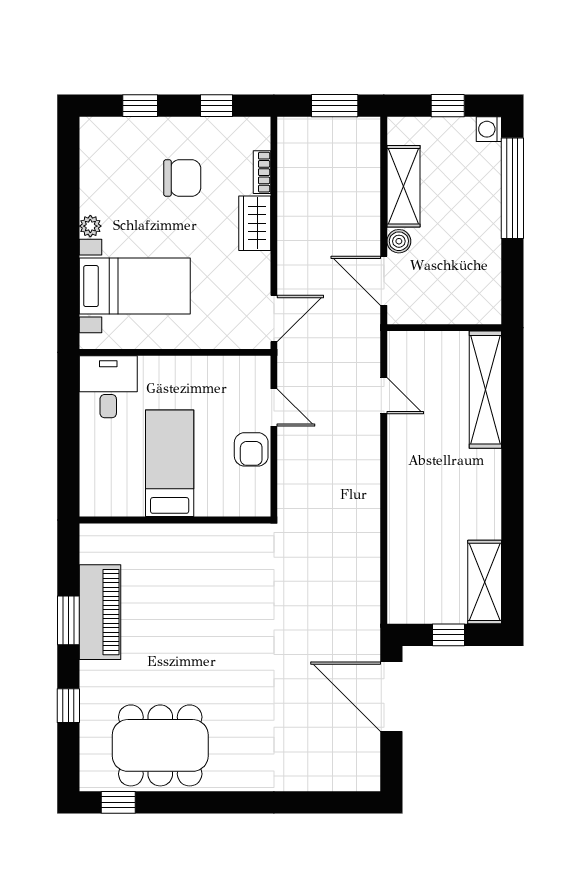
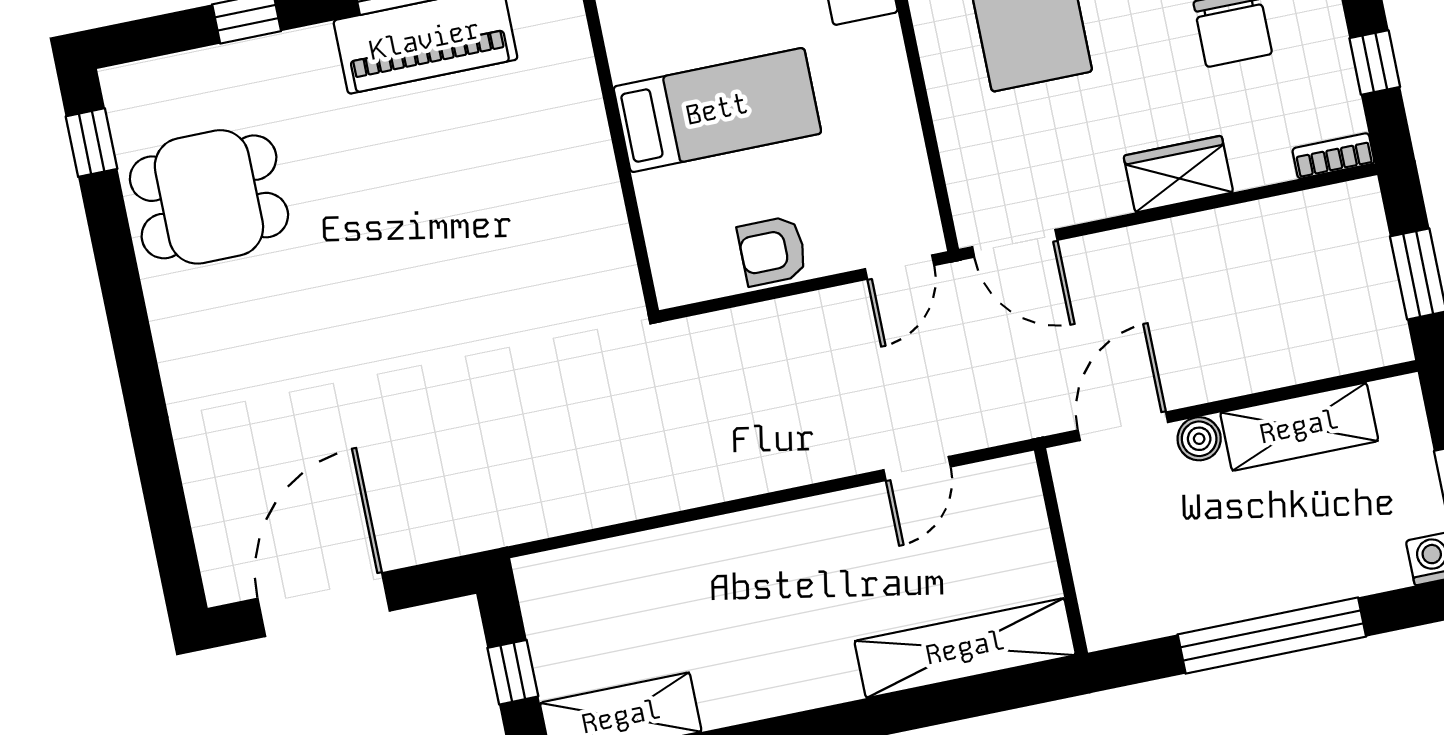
bookcase: (262, 172) -> (1333, 156), moved
window: (512, 188) -> (1272, 635), moved
door: (274, 408) -> (900, 267), moved
door: (391, 697) -> (324, 605), moved
dining table: (160, 745) -> (209, 197), width x0.73

